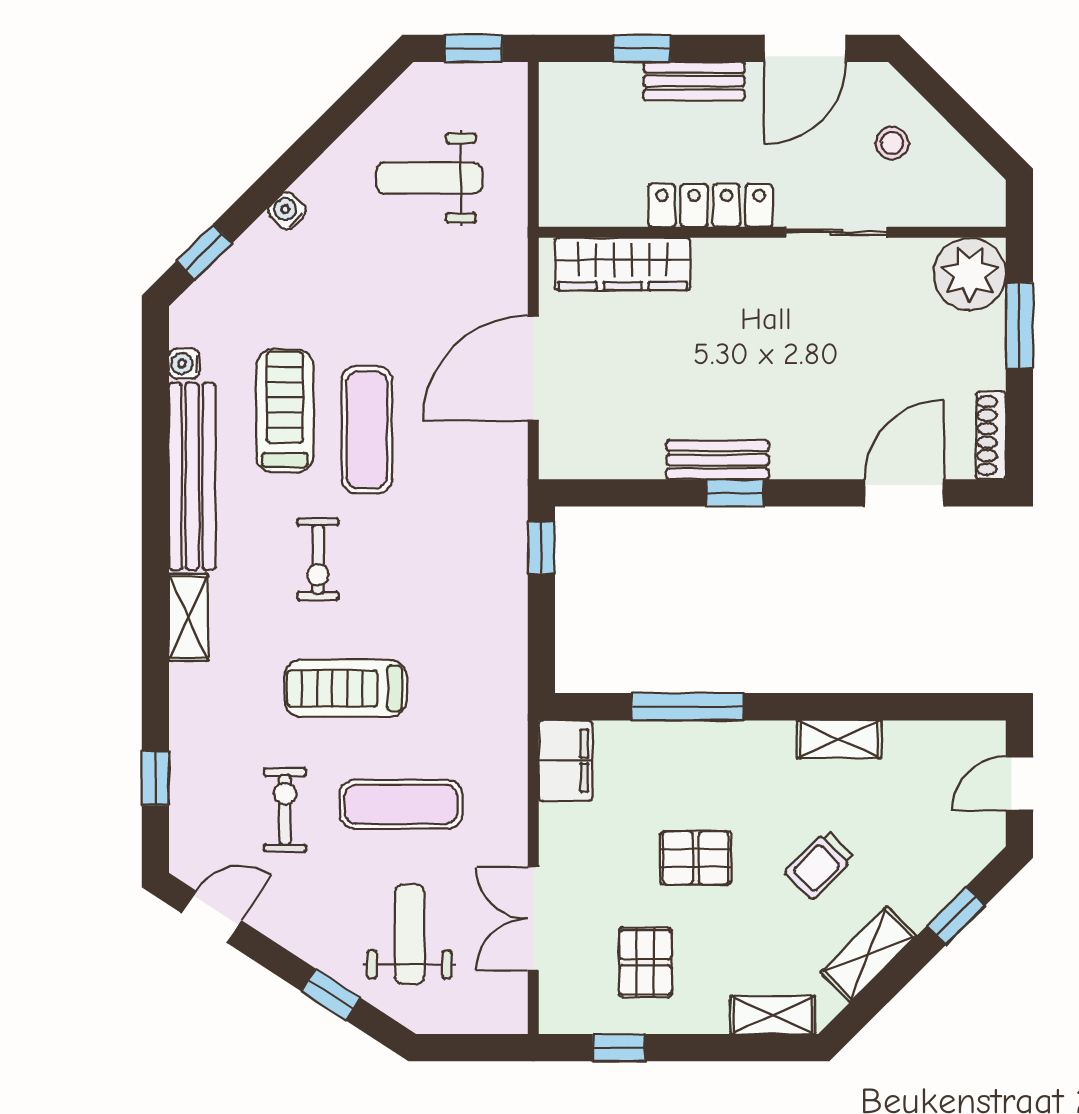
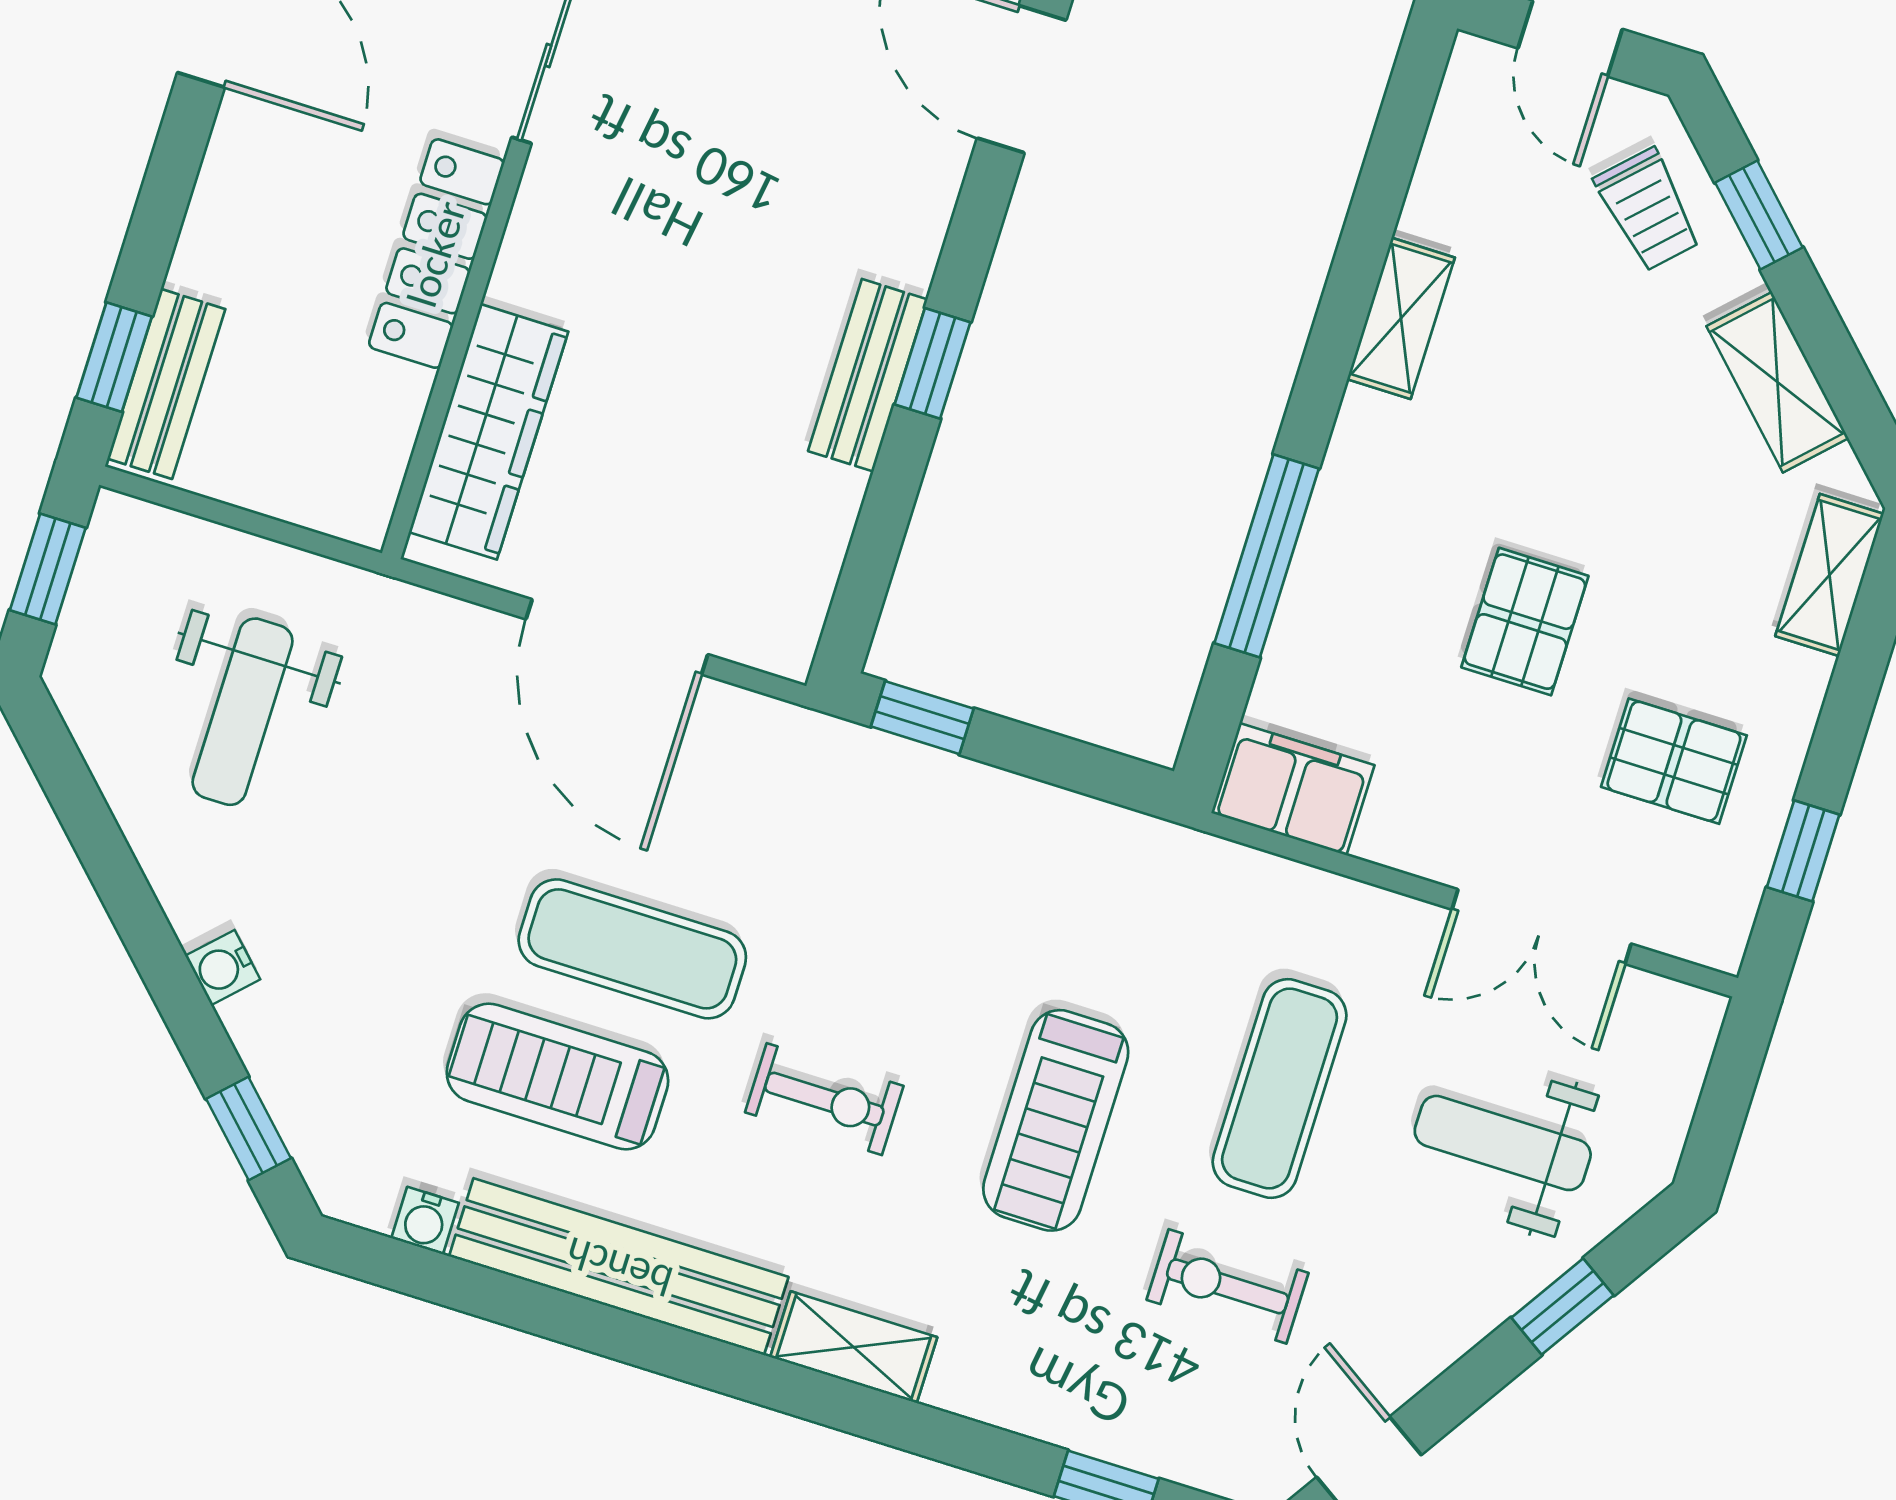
window: (642, 48) -> (114, 357), moved
bench: (694, 81) -> (166, 384), moved
trolley: (819, 865) -> (1648, 210), moved

